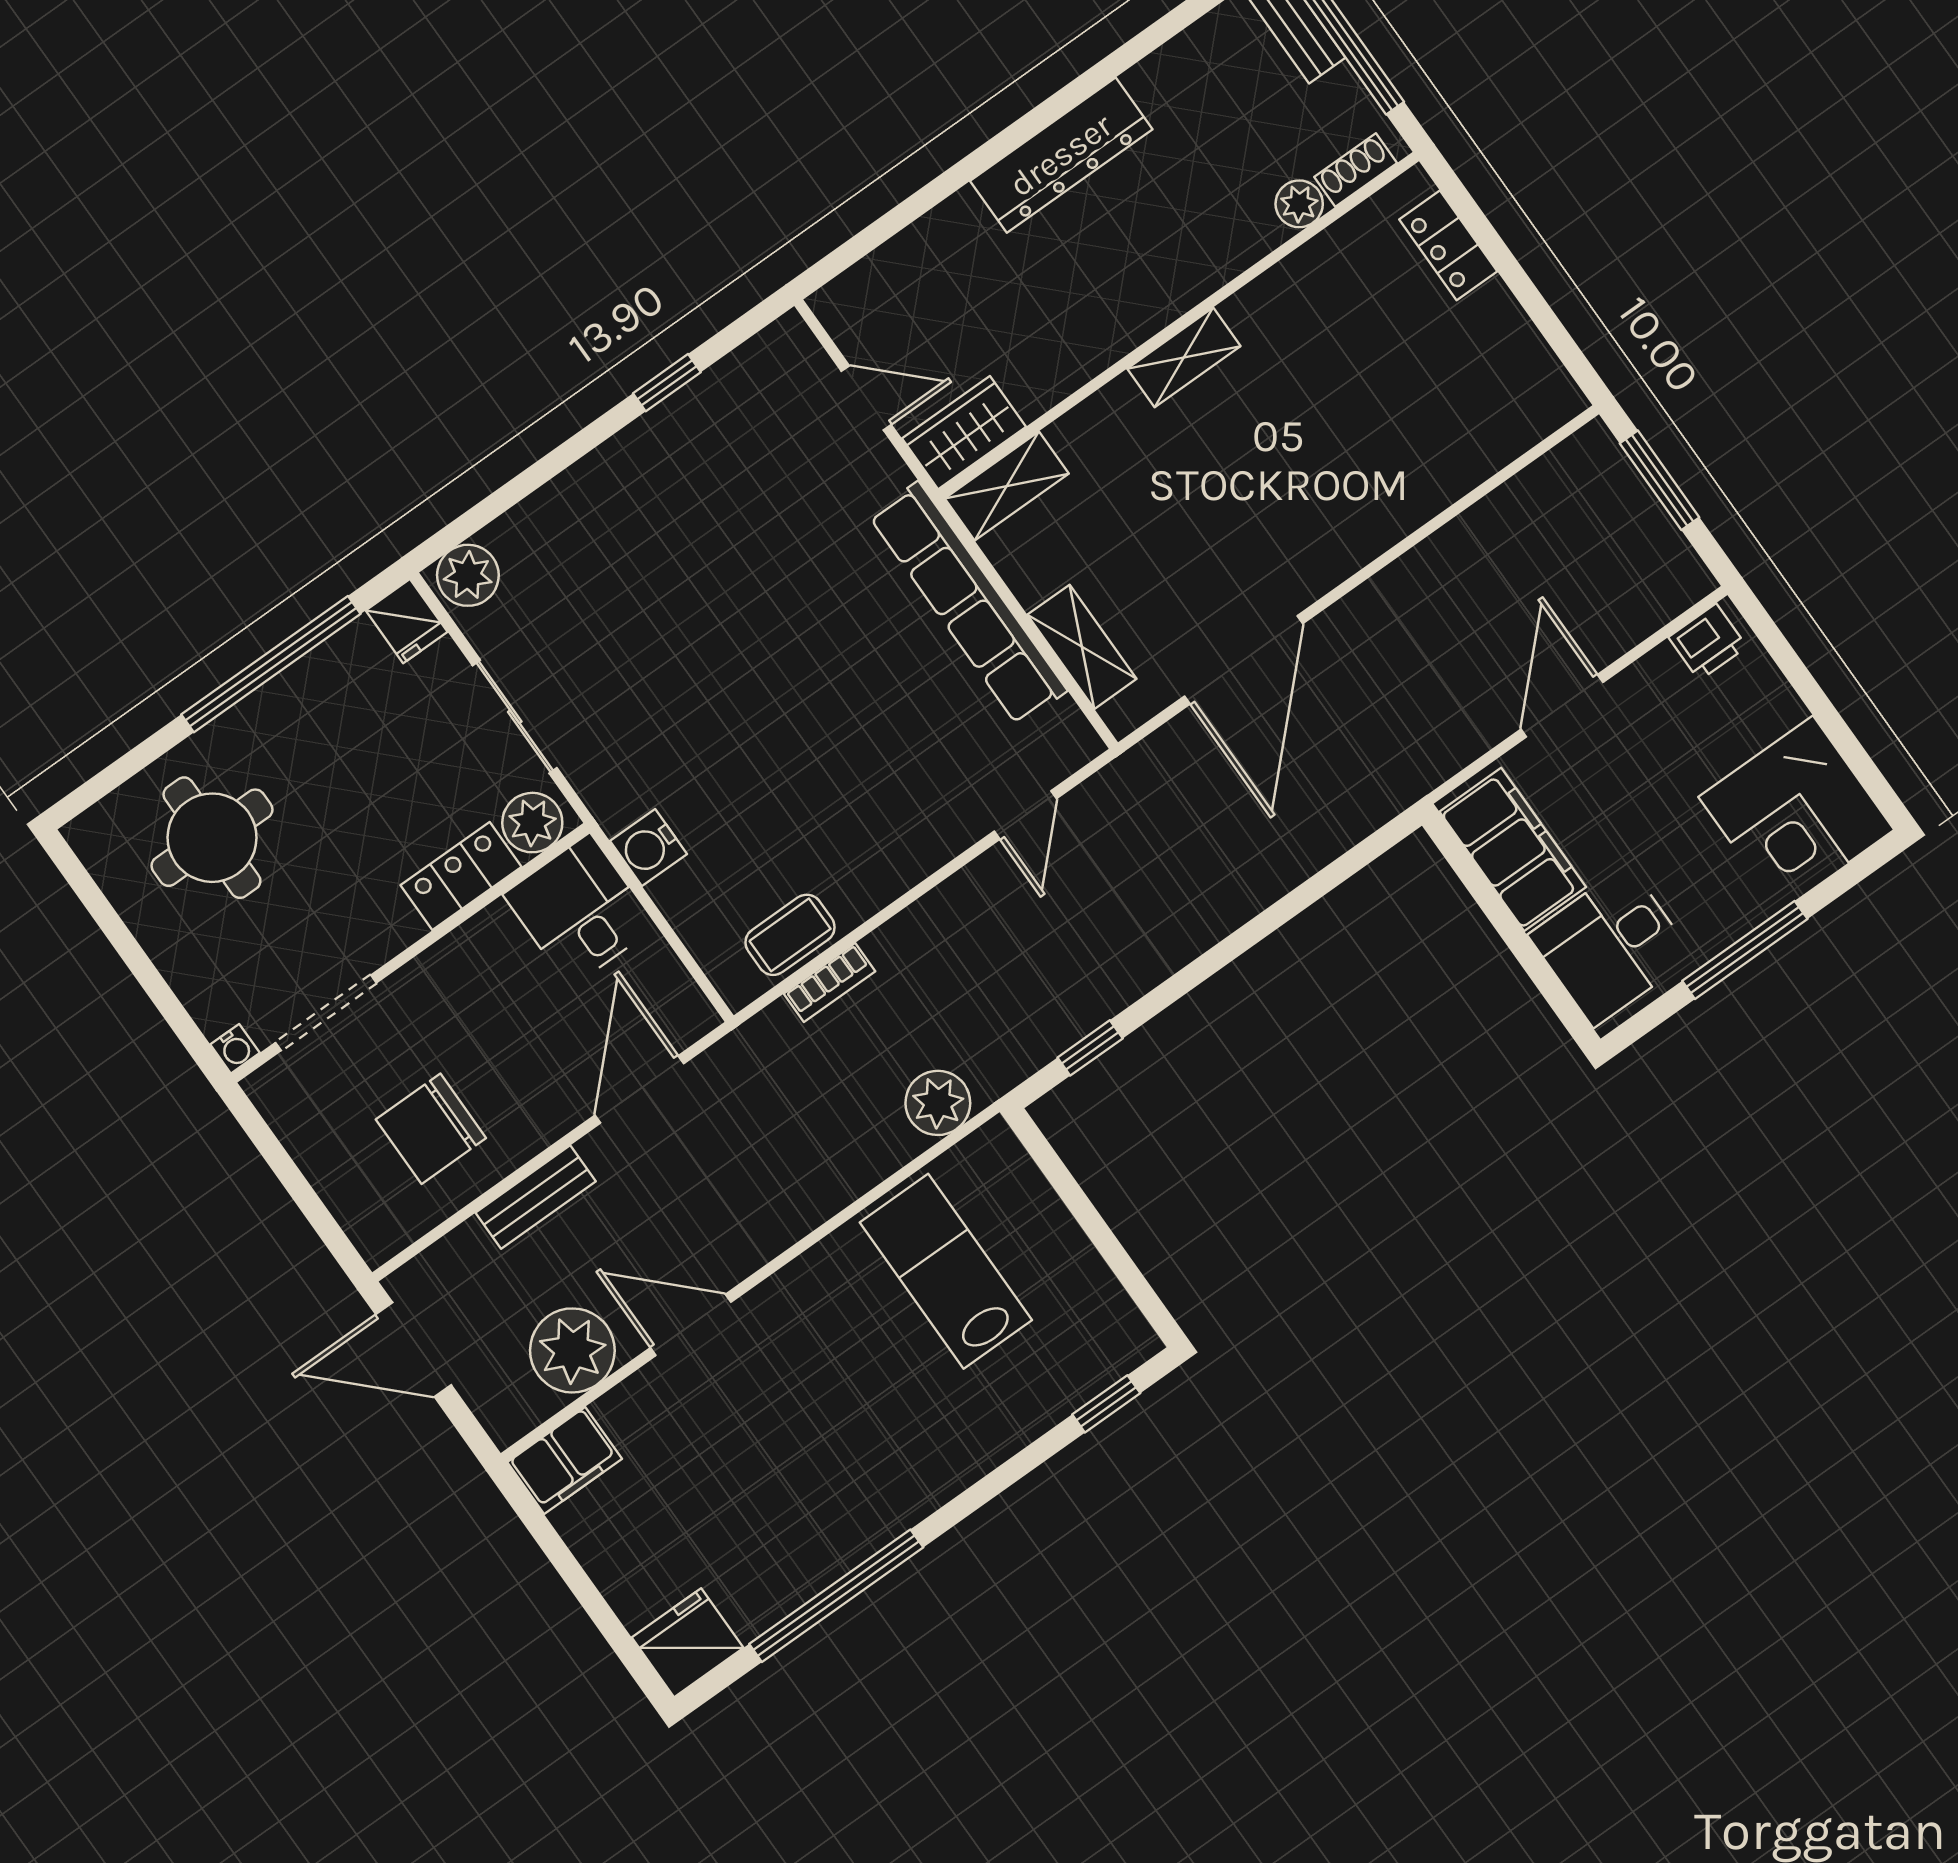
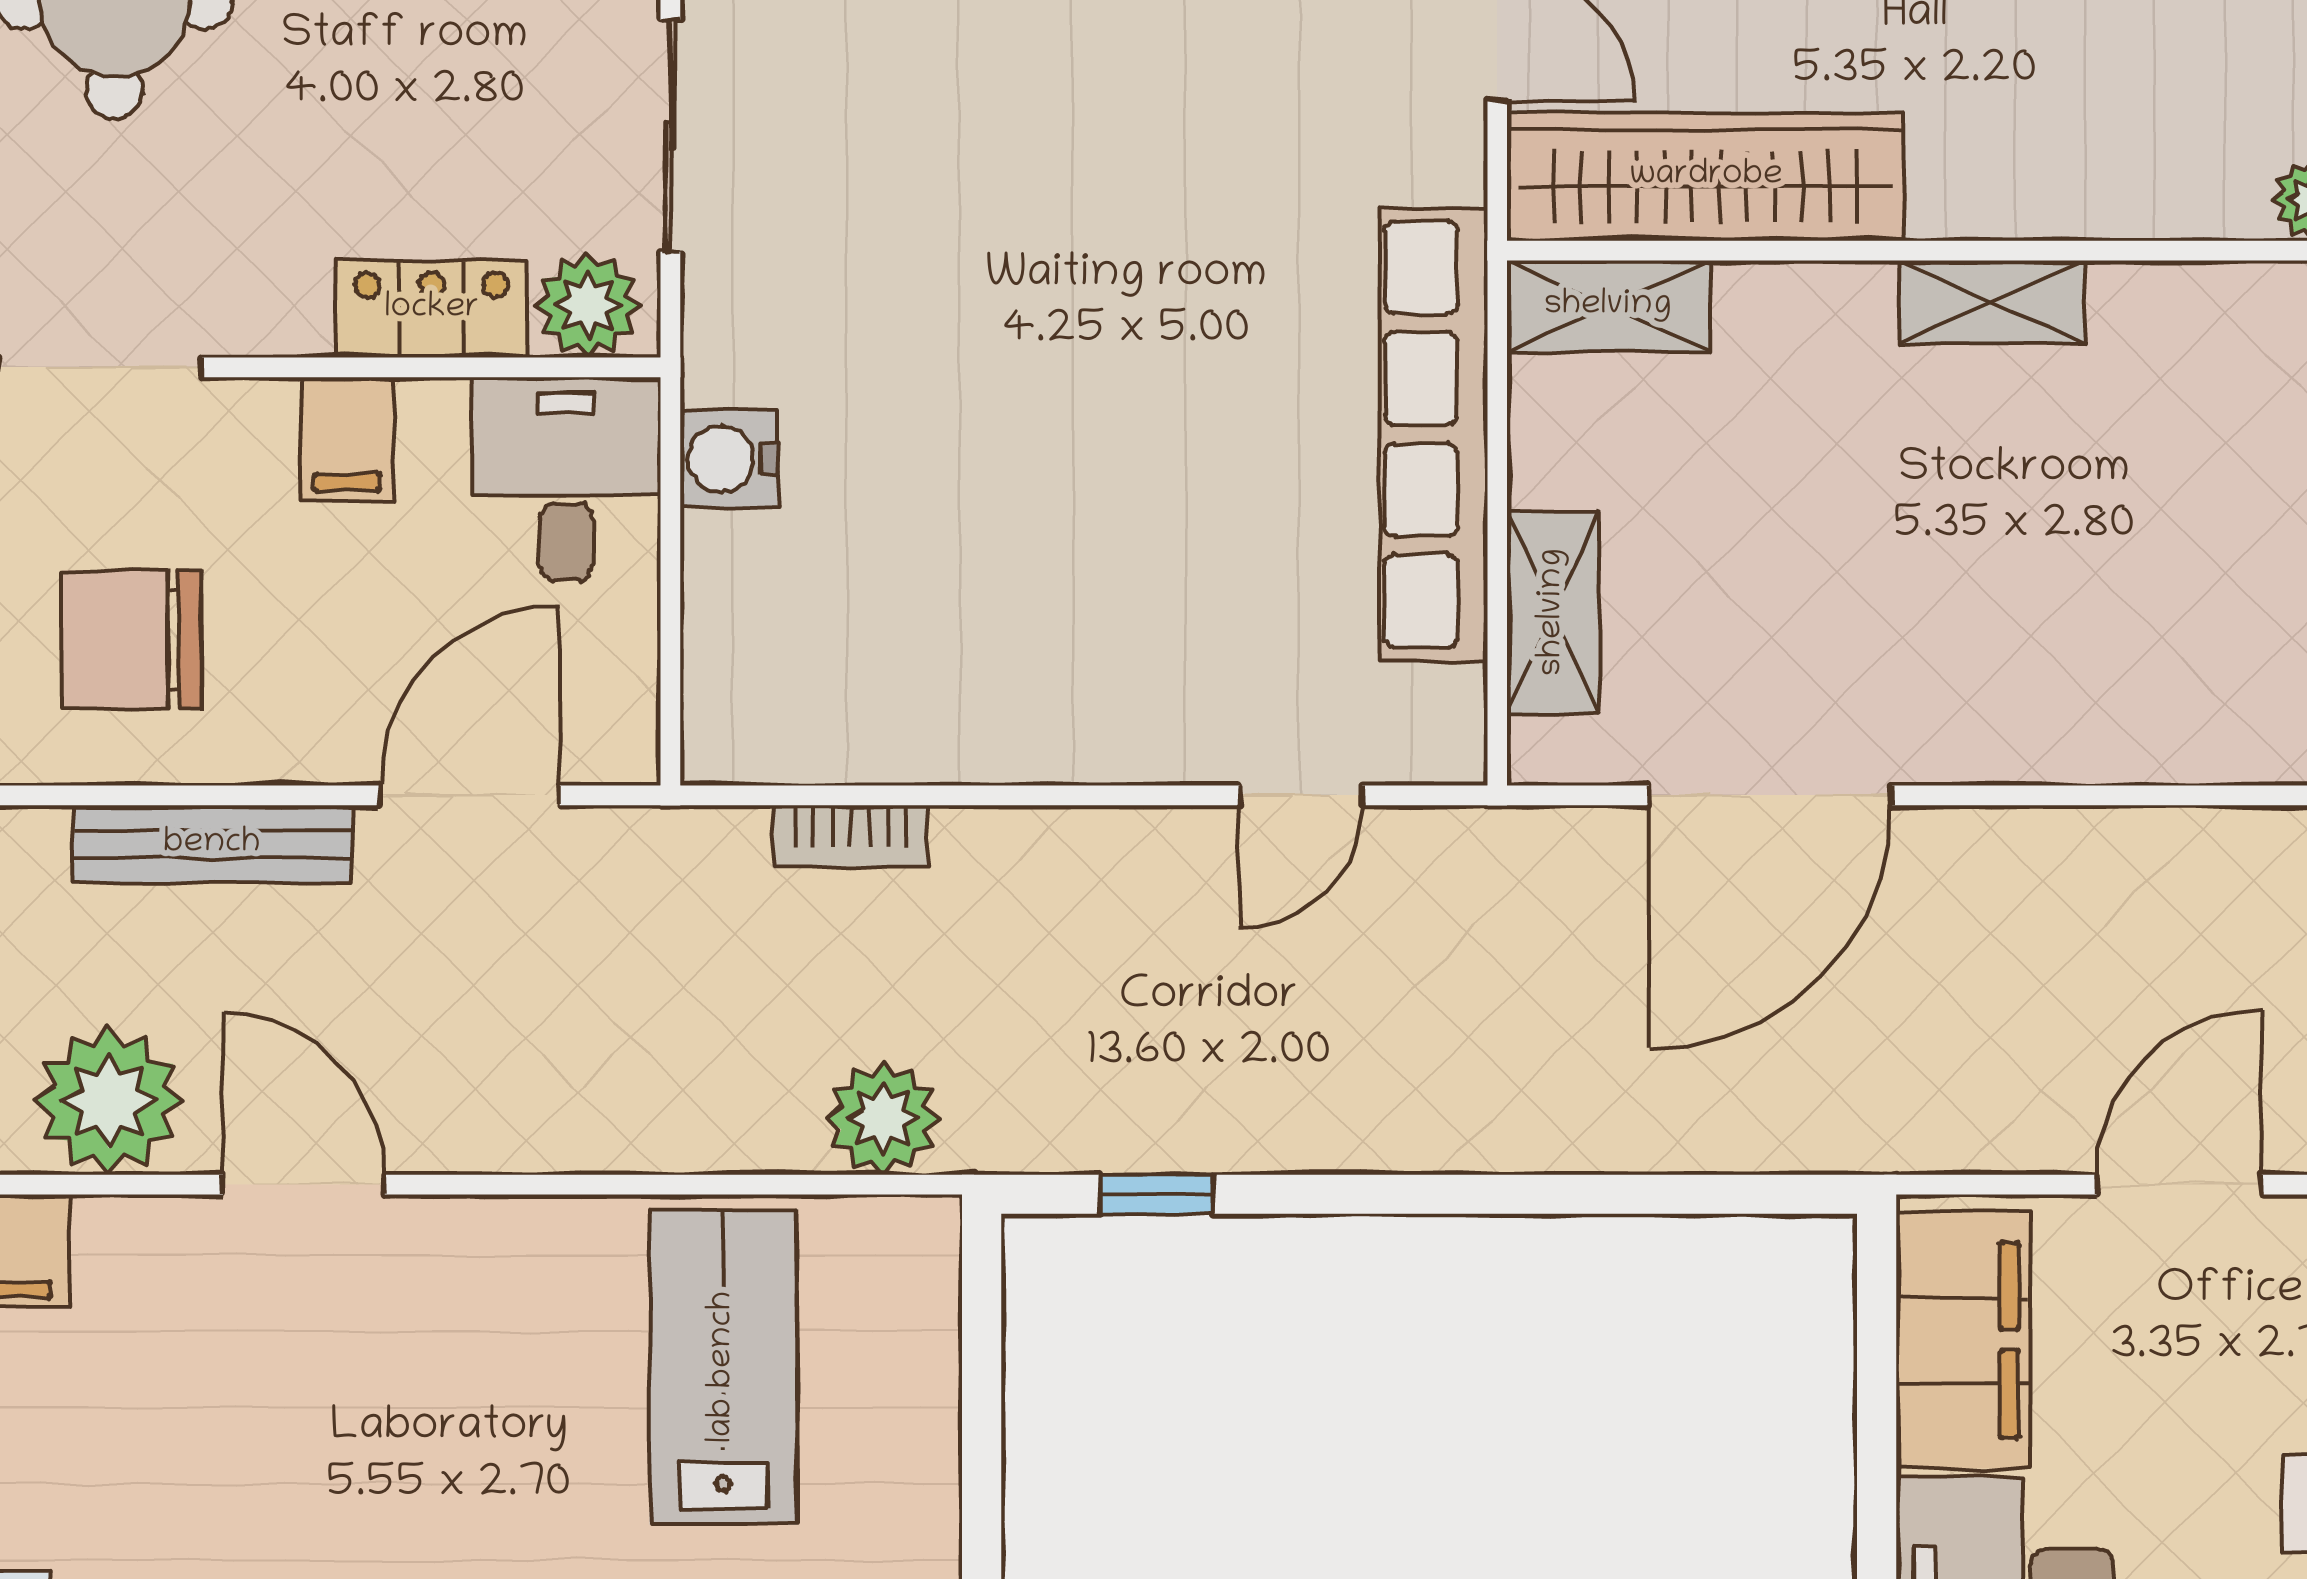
wardrobe: (964, 433) -> (1706, 176), width x2.10, depth x1.17
coffee table: (790, 935) -> (842, 728), removed
filing cabinet: (465, 964) -> (347, 439), added
bench: (536, 1197) -> (212, 844), width x1.36

